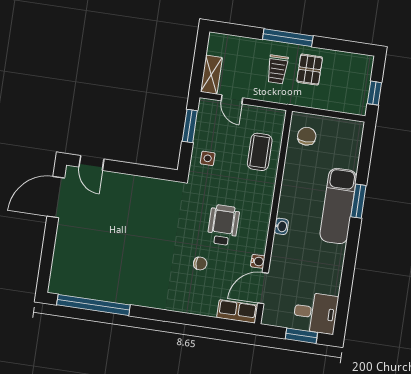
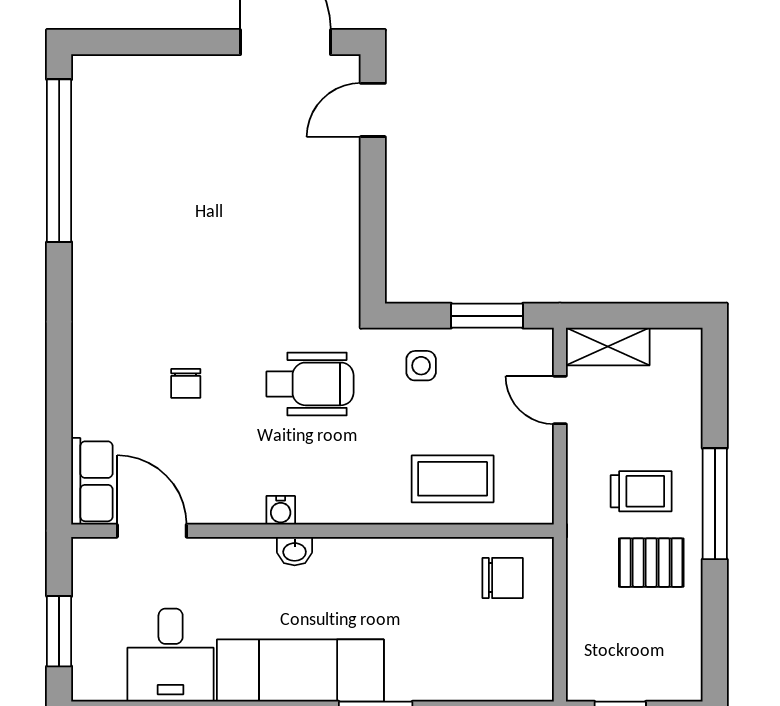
trolley: (277, 69) -> (641, 491), turned 180
door: (232, 99) -> (560, 400), hinge flipped
exam couch: (338, 206) -> (300, 671), moved
wheelchair: (223, 225) -> (310, 384), moved
water cooler: (258, 261) -> (281, 510), moved
desk: (316, 313) -> (171, 655), moved

